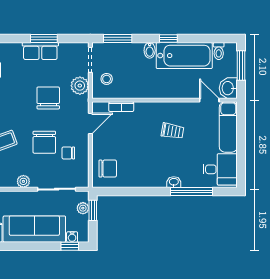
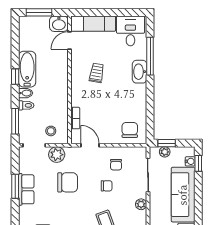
toilet: (219, 51) -> (26, 105), moved
bathtub: (184, 56) -> (27, 69), width x0.73, depth x0.73
chair: (48, 98) -> (68, 182), turned 180
chair: (44, 142) -> (107, 186), width x0.54, depth x0.54
washbasin: (174, 182) -> (140, 72), width x1.91, depth x1.45

